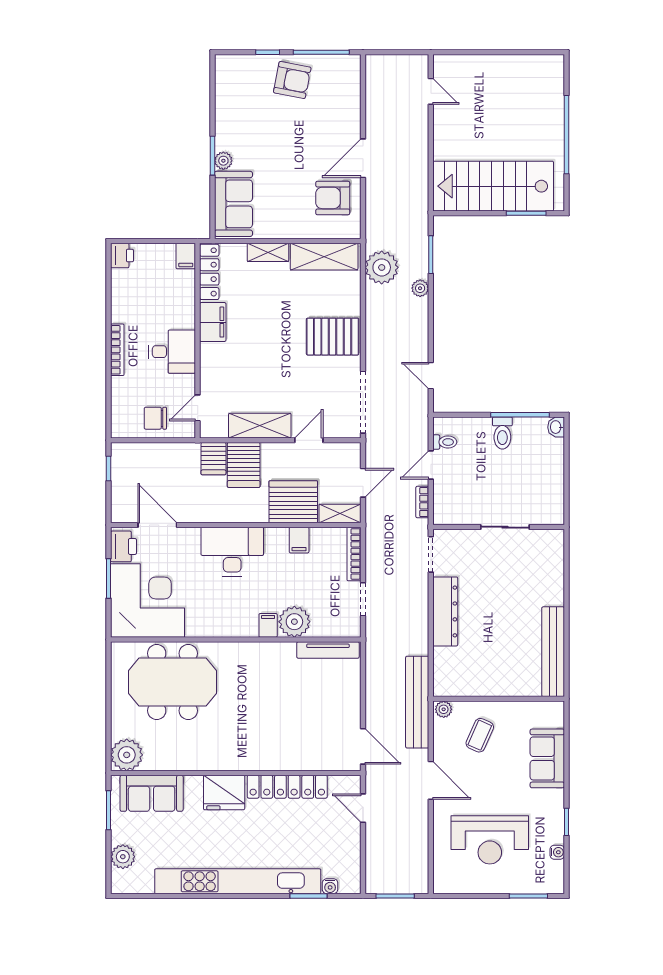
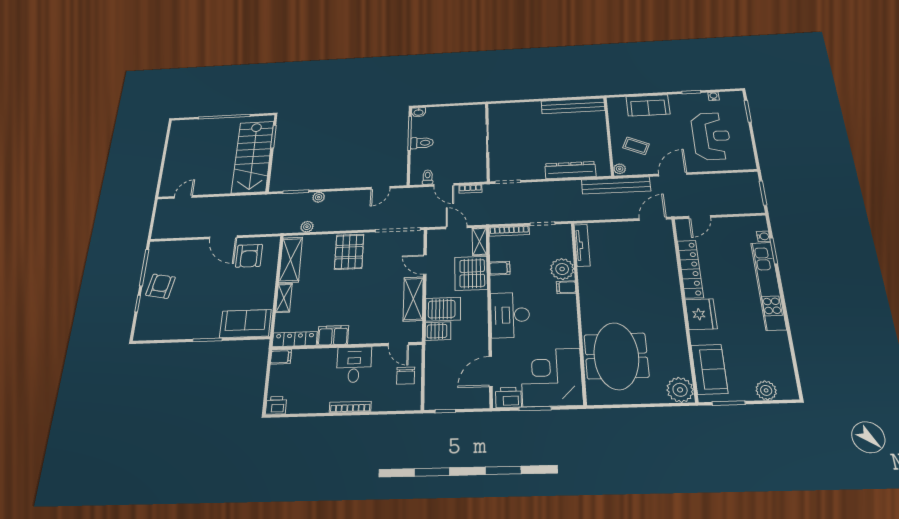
plant: (223, 161) -> (212, 332), removed
plant: (382, 267) -> (307, 227), width x0.53, depth x0.53
dresser: (445, 611) -> (570, 170), moved
kitchen unit: (238, 881) -> (768, 286), width x0.73

